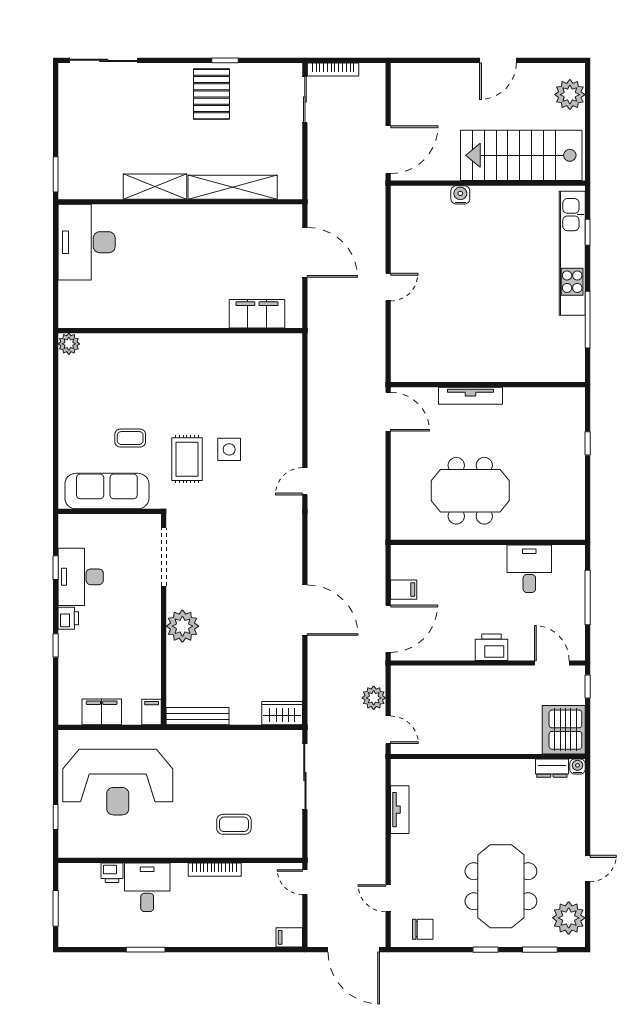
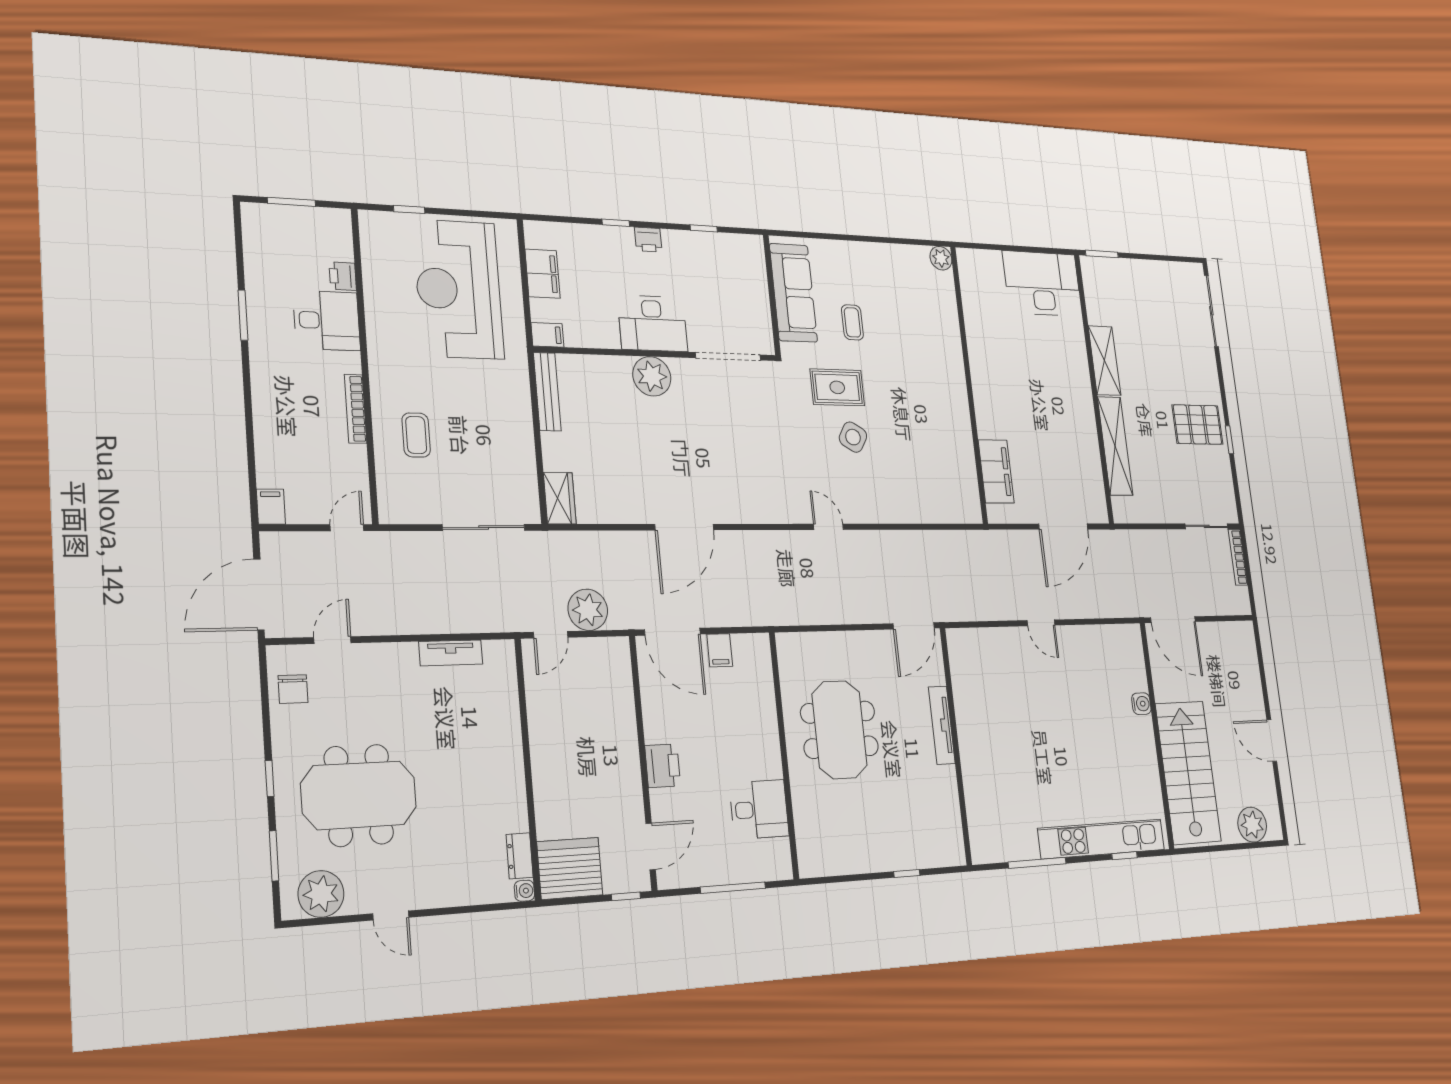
side table: (229, 449) -> (853, 437), turned 31
desk: (81, 577) -> (653, 324), moved, turned 180
plant: (374, 698) -> (588, 610), width x1.36, depth x1.36

